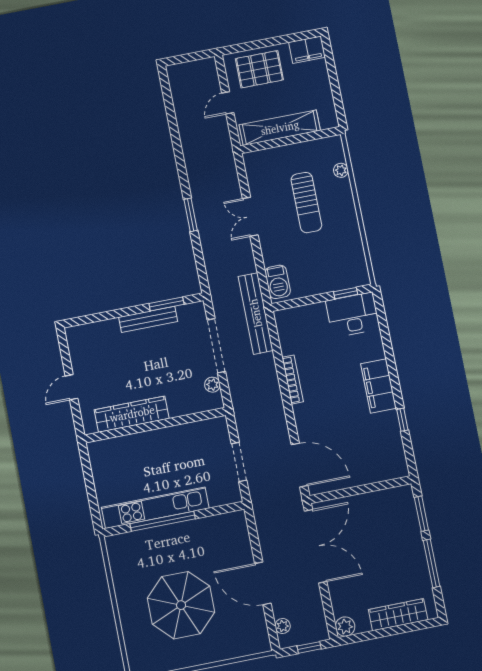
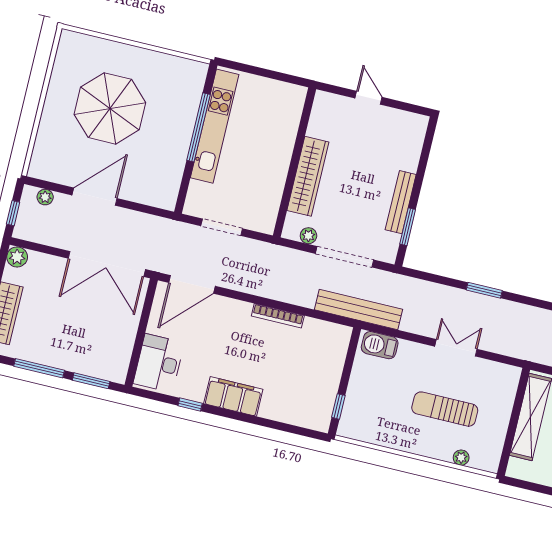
desk: (353, 315) -> (159, 363), moved, turned 180
wardrobe: (132, 414) -> (308, 176), moved

